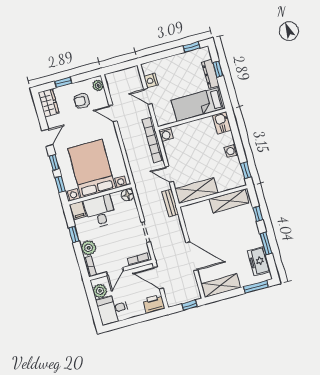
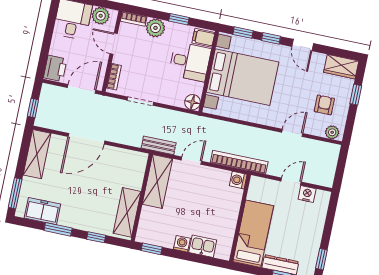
kitchen sink: (222, 123) -> (203, 246), moved

